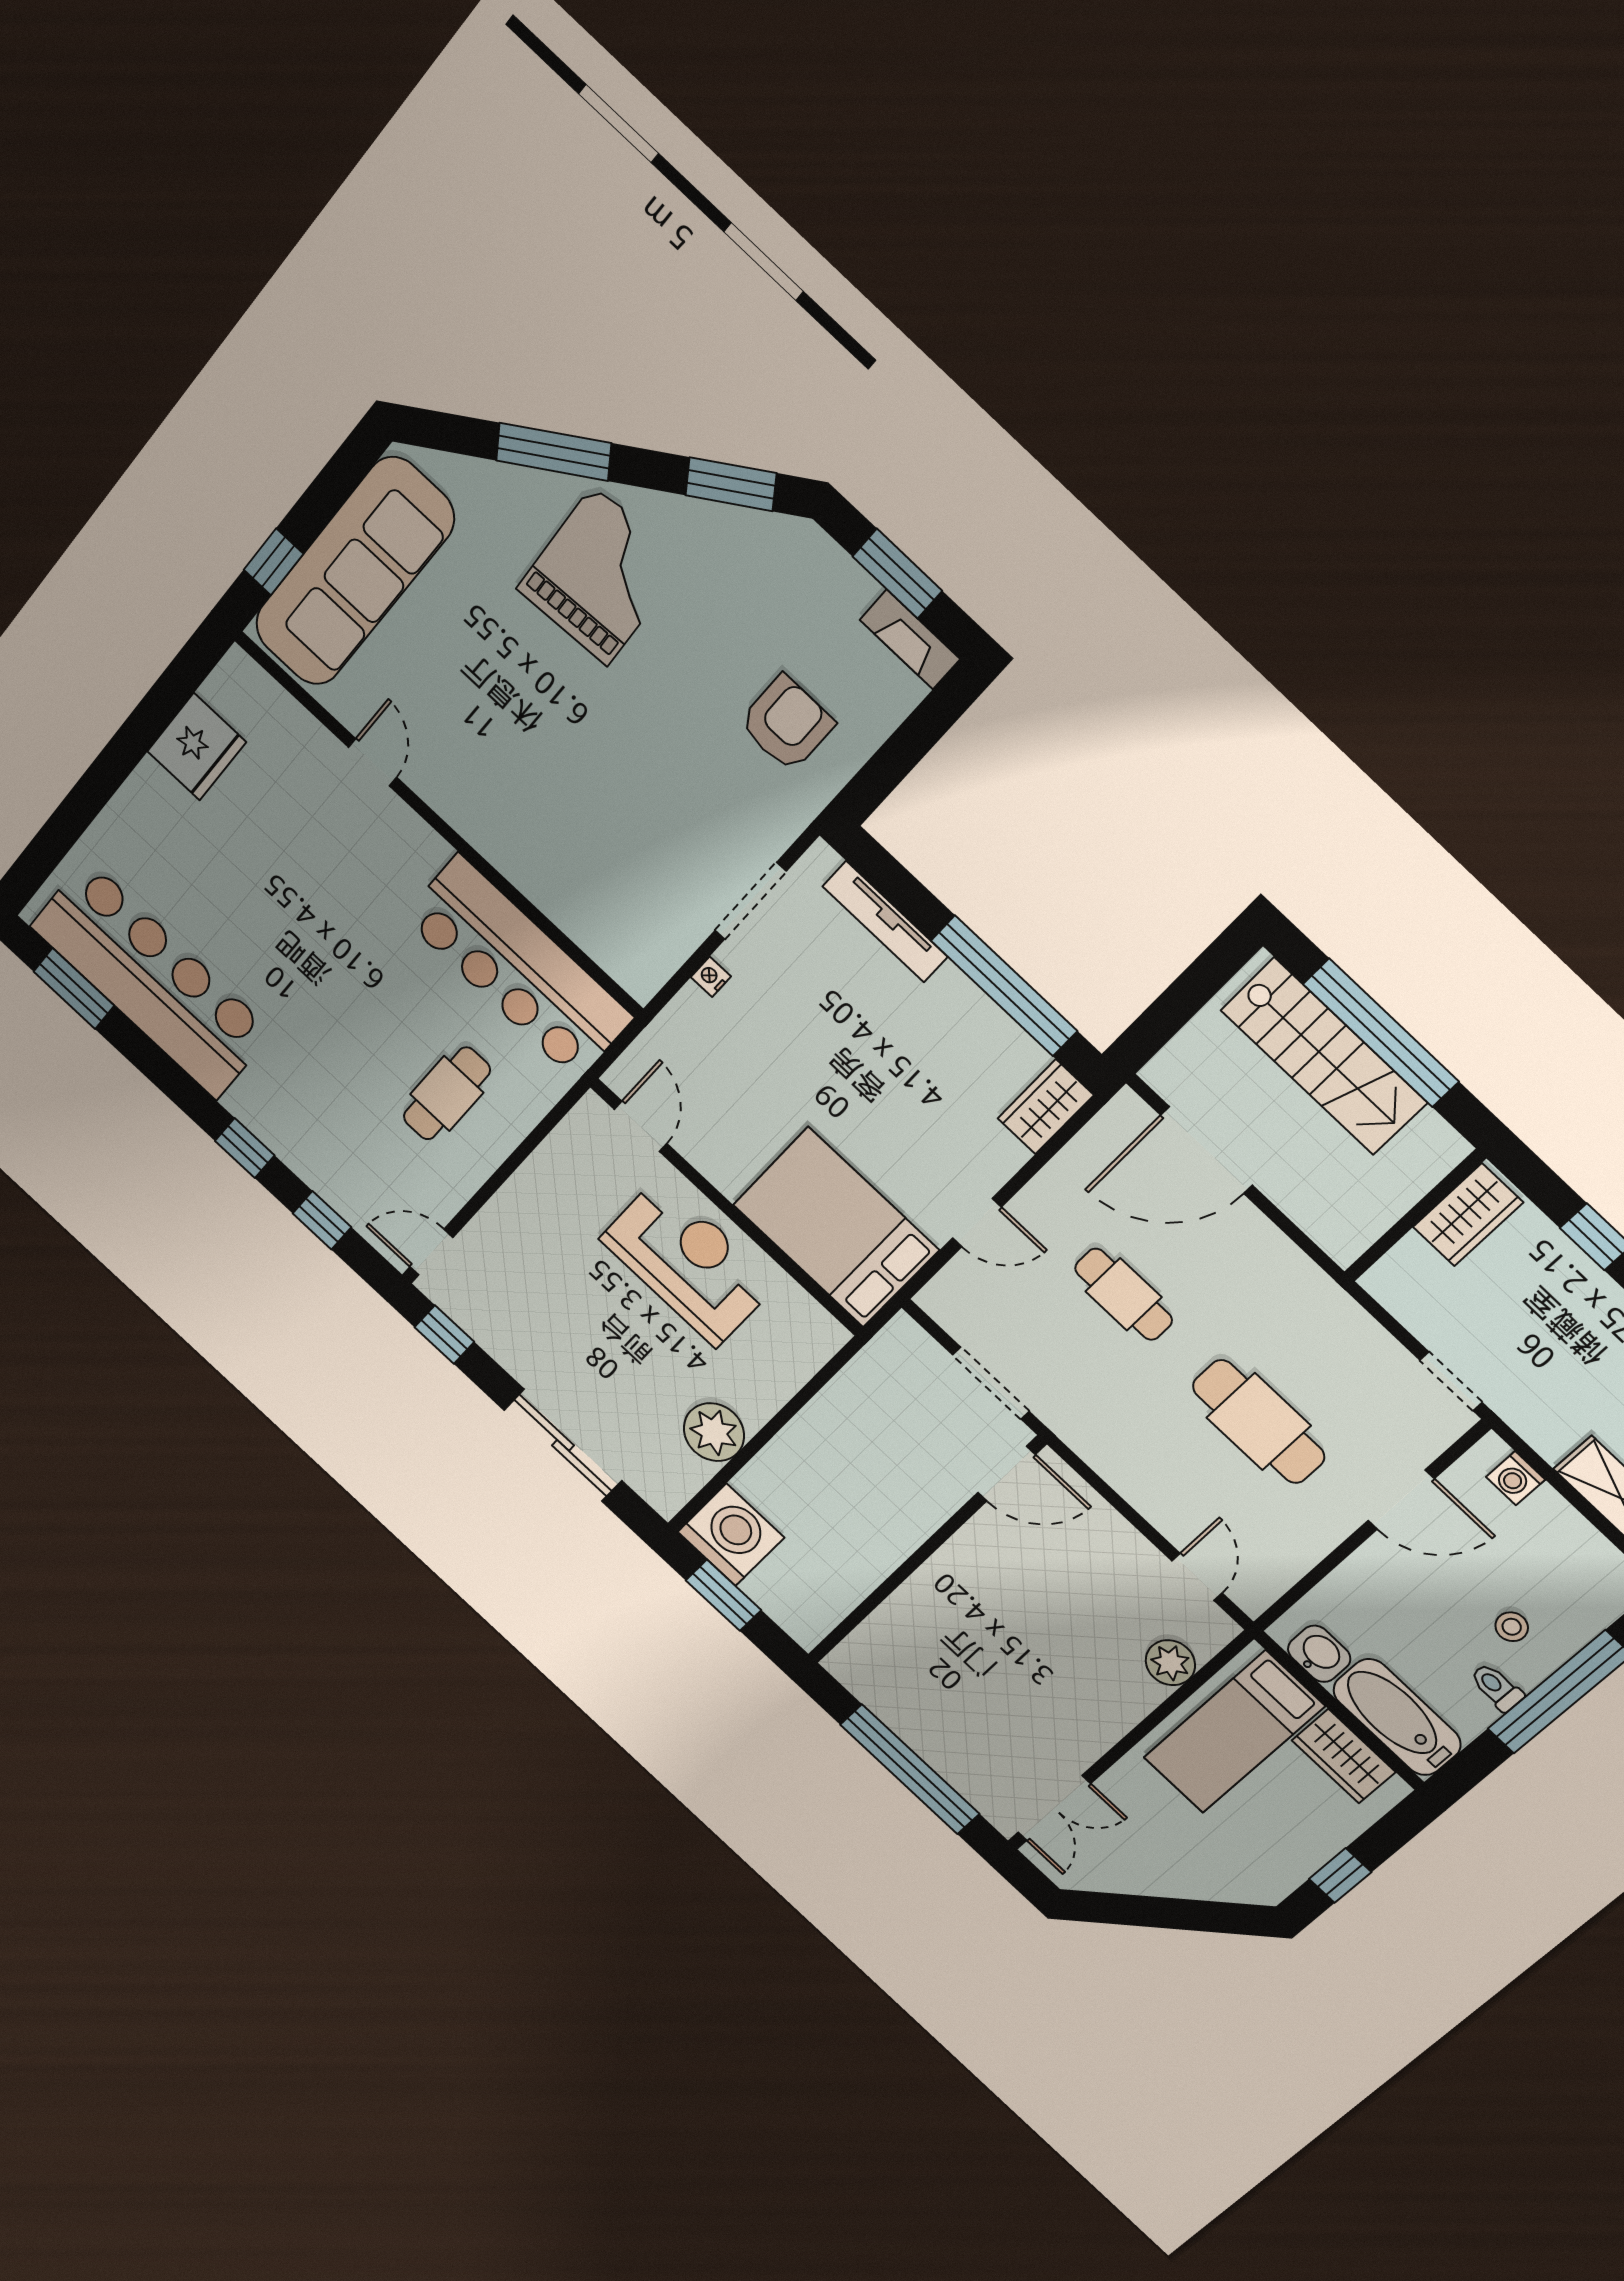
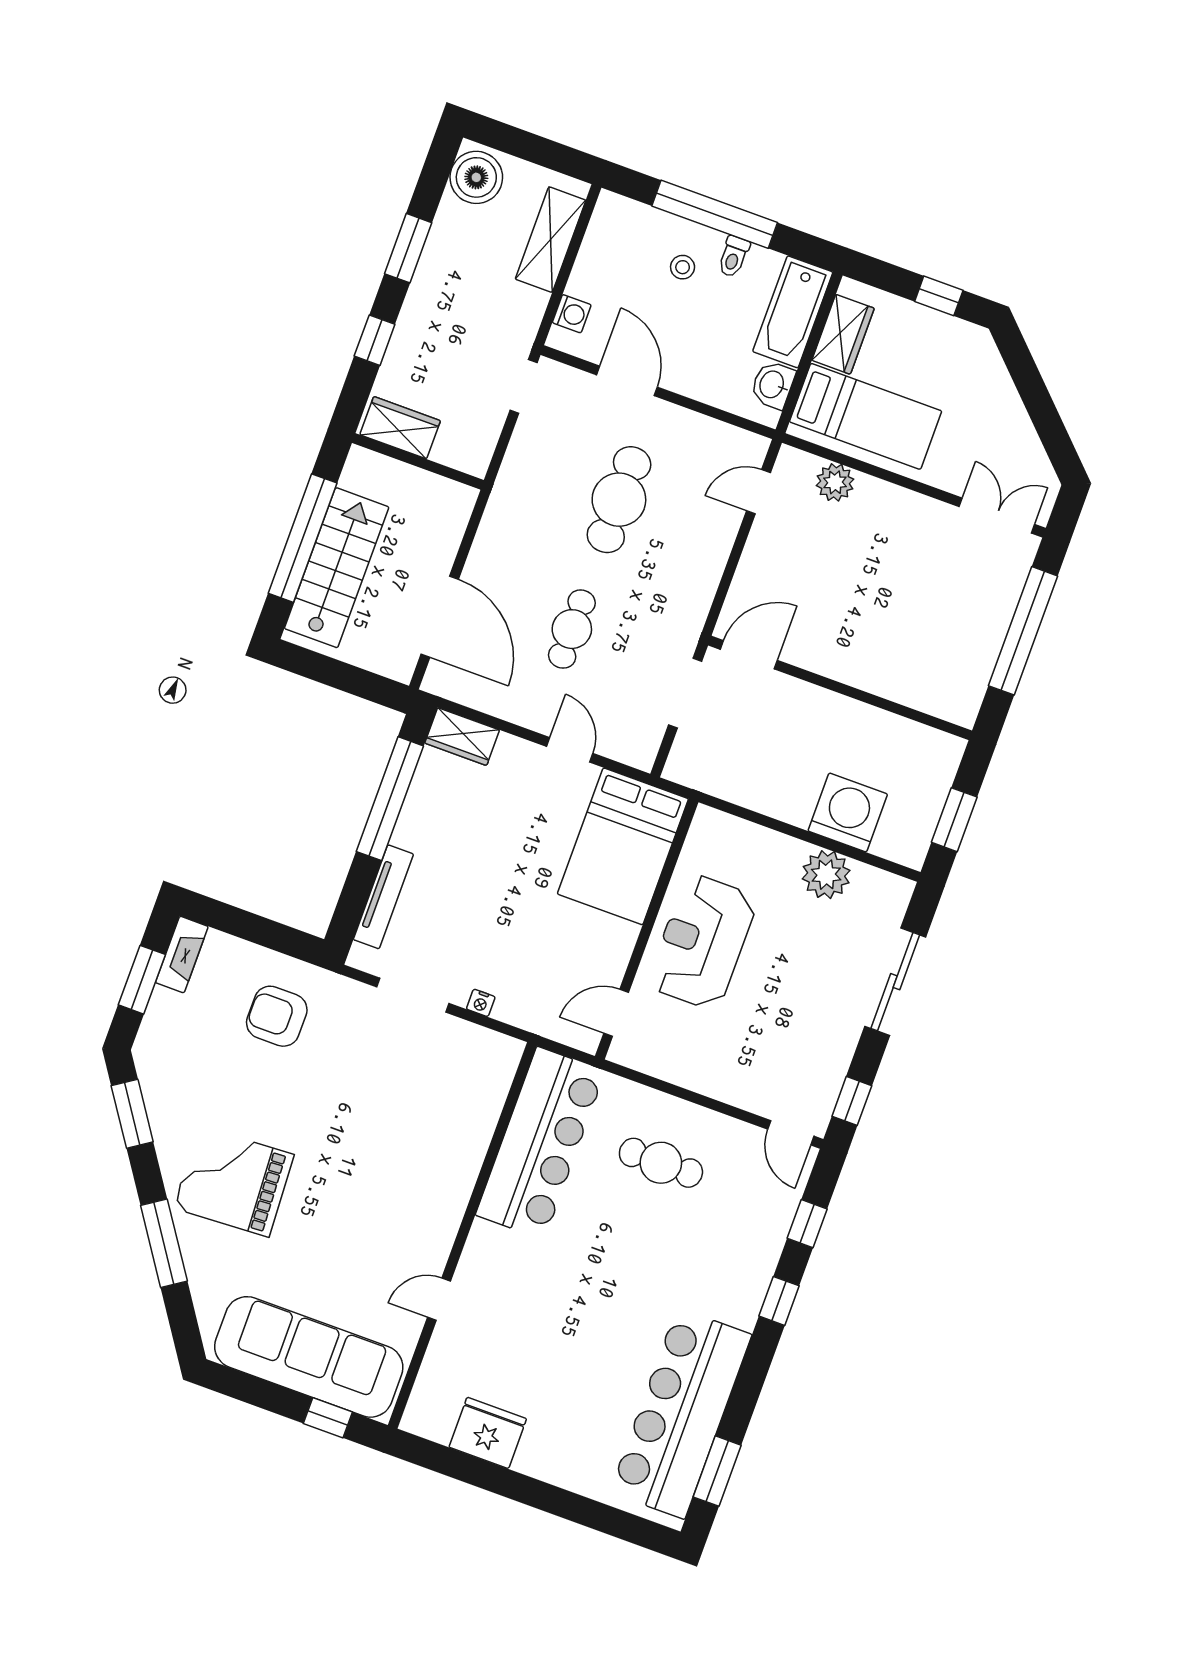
door: (1007, 1474) -> (749, 655), hinge flipped
washing machine: (731, 1535) -> (848, 813), moved, turned 90

